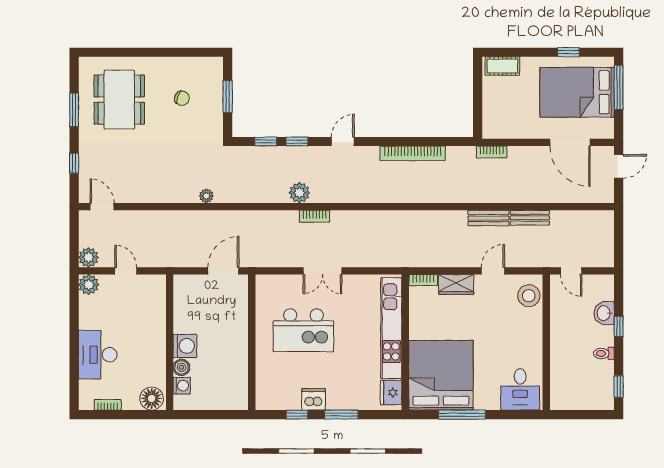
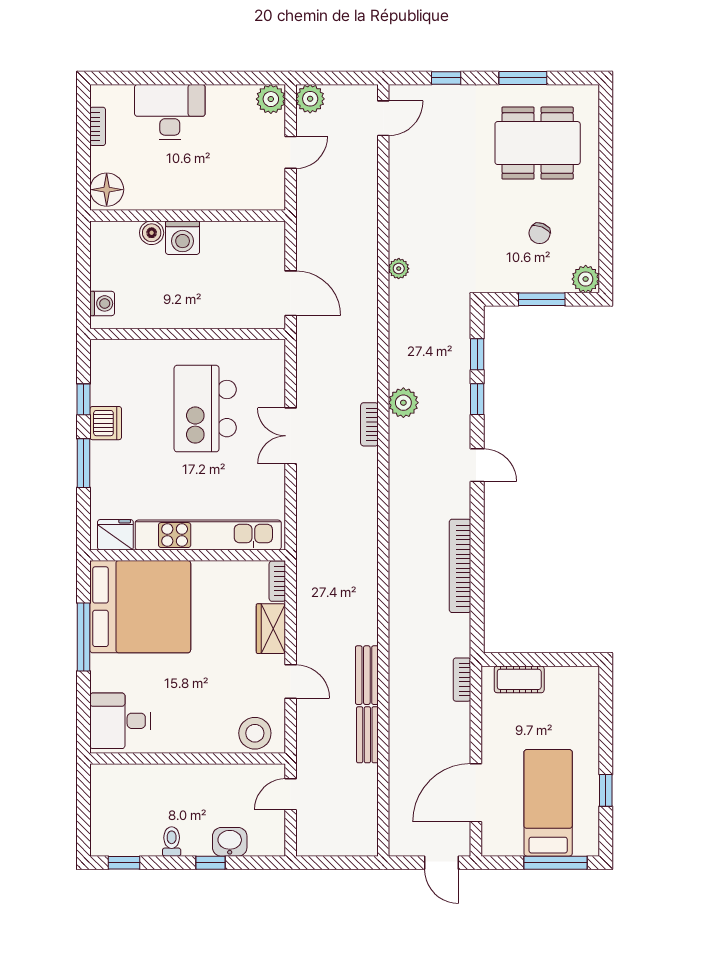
plant: (214, 66) -> (586, 279), added
cot: (502, 66) -> (519, 679), moved, turned 90
bed: (577, 92) -> (548, 803), width x0.67
washing machine: (182, 386) -> (102, 303), moved, turned -90

